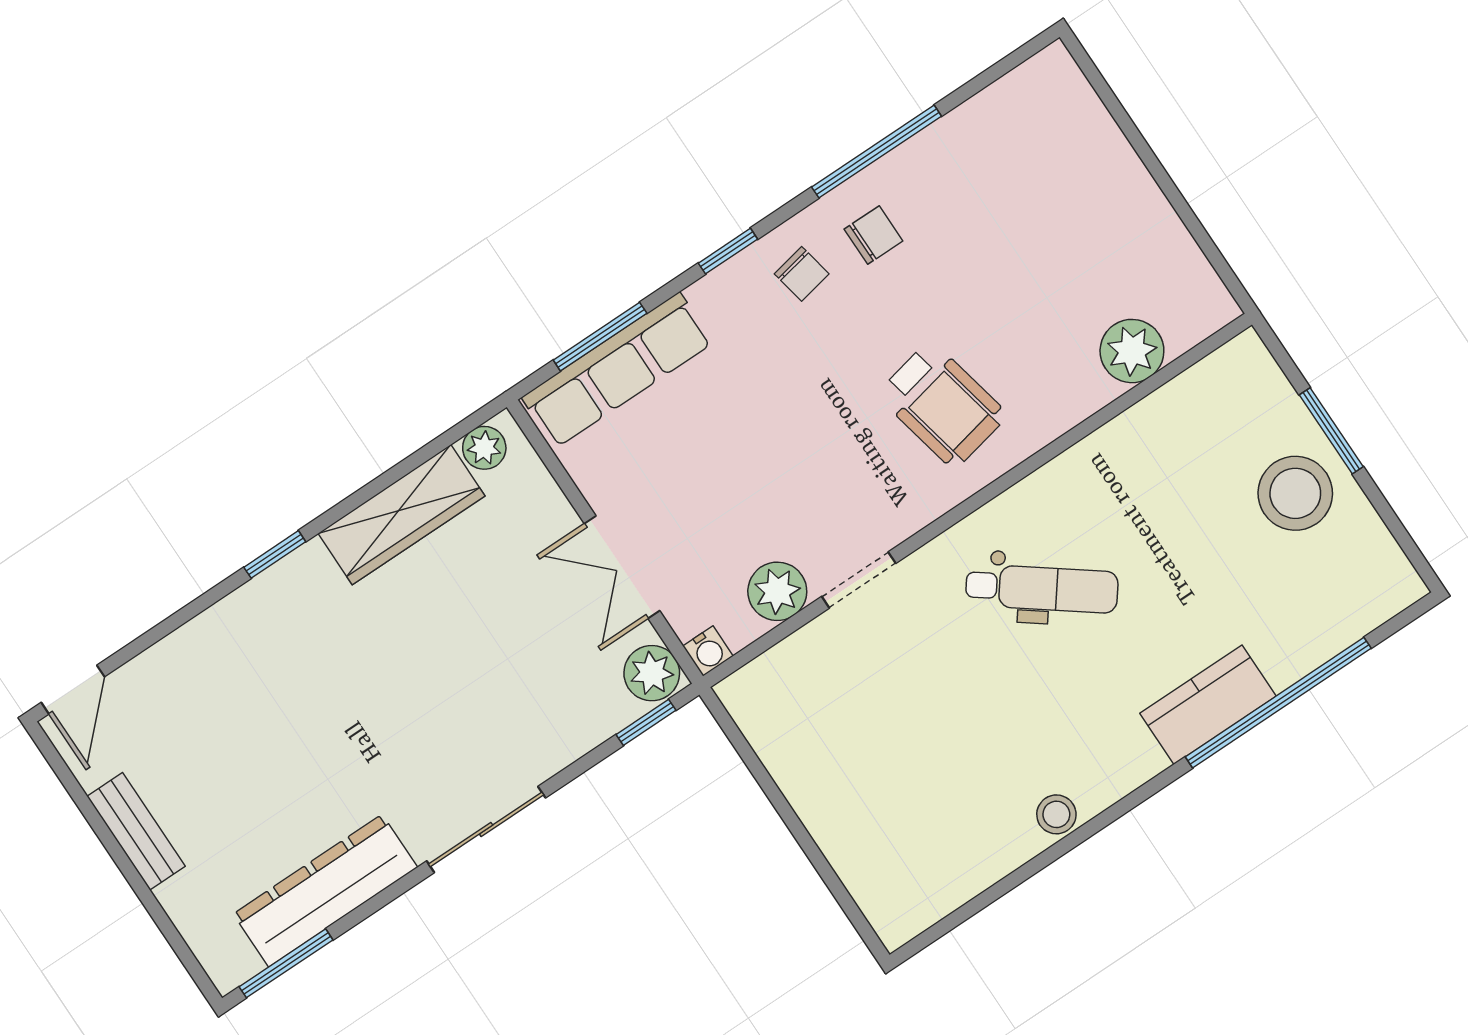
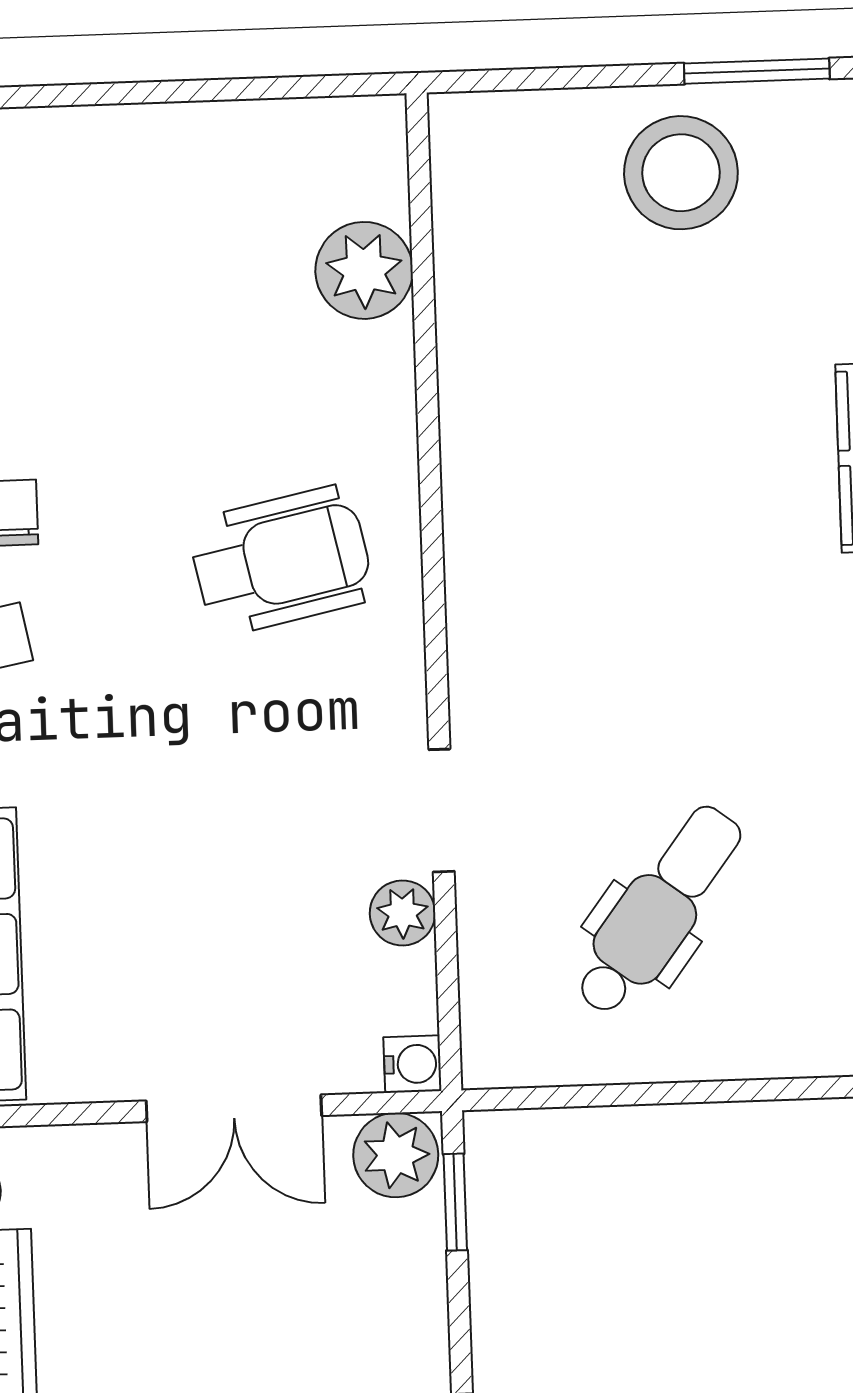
window: (1331, 431) -> (757, 71), moved
dental chair: (1042, 589) -> (658, 910), moved
plant: (777, 591) -> (403, 913), width x0.73, depth x0.73

